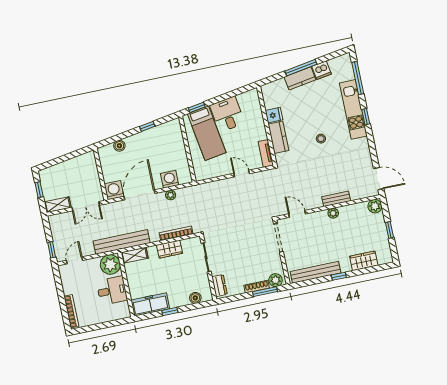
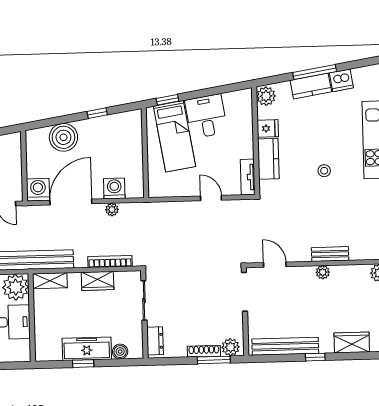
plant: (268, 92) -> (266, 96), added
boiler: (119, 146) -> (63, 137), width x1.86, depth x1.86
freezer: (150, 304) -> (87, 349), moved

